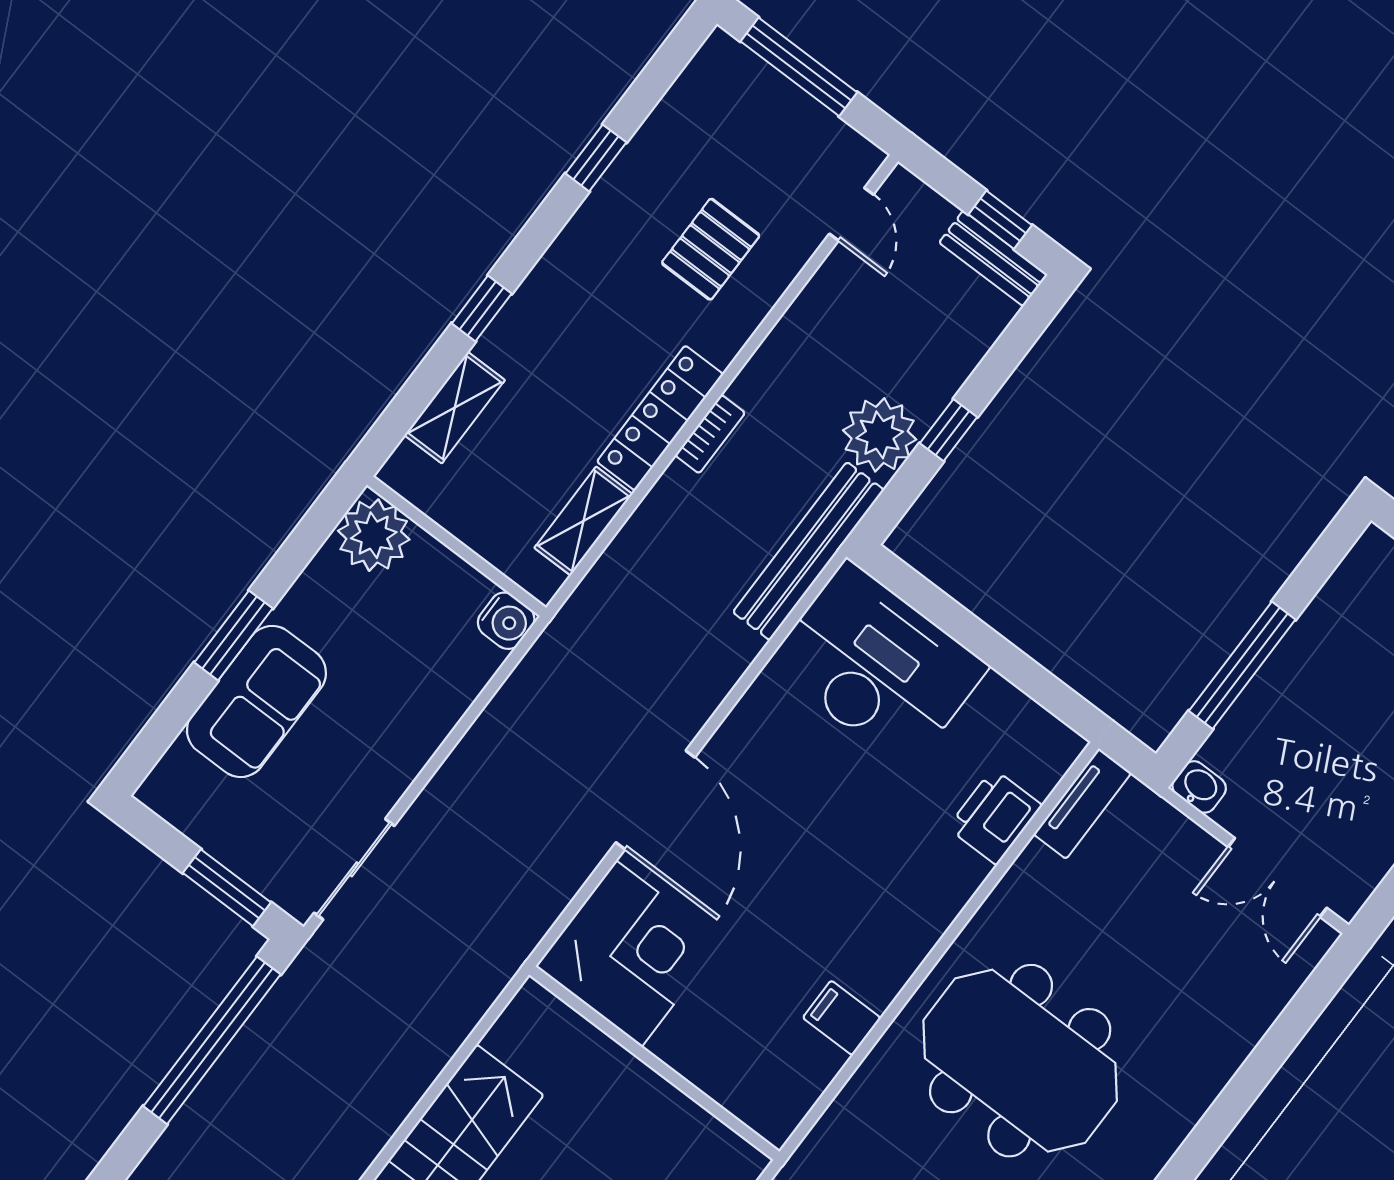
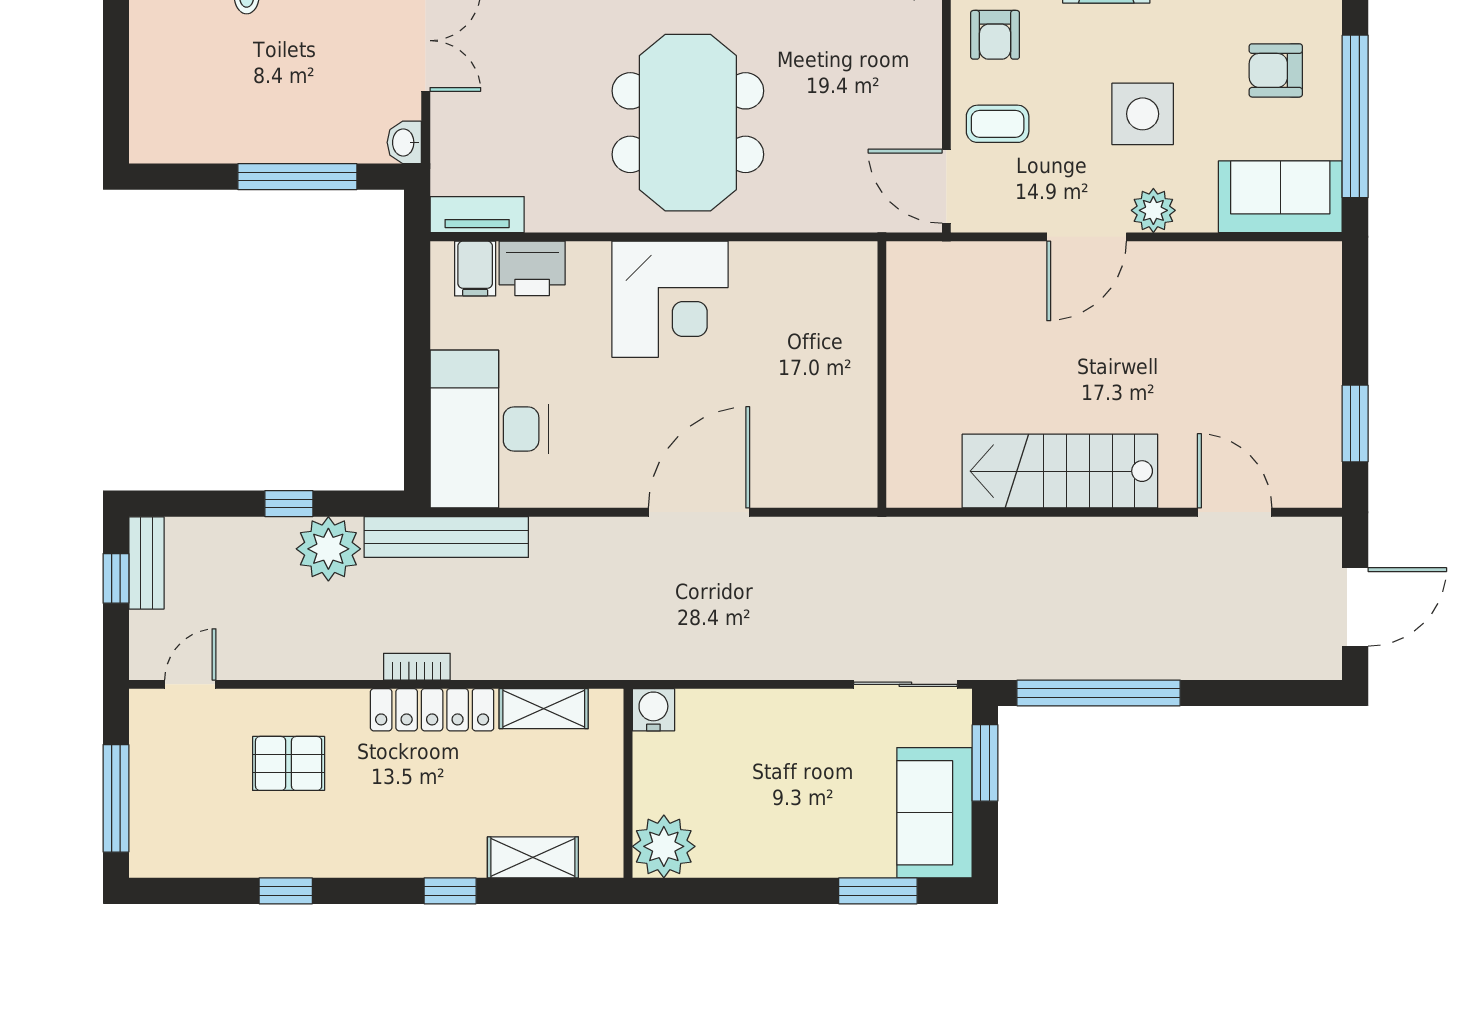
window: (234, 635) -> (878, 891), moved
sofa: (256, 701) -> (934, 813), moved, turned -90
corner desk: (629, 954) -> (670, 299), moved, turned 180
filing cabinet: (842, 1018) -> (475, 269), moved

